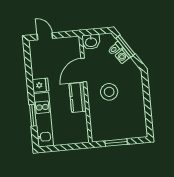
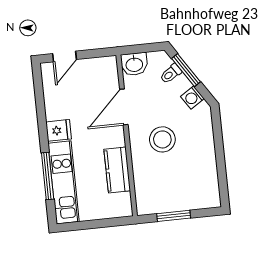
door: (45, 36) -> (65, 57), swing flipped
washing machine: (123, 56) -> (192, 97), moved
kitchen counter: (78, 97) -> (117, 170), moved
window: (33, 115) -> (48, 176), width x1.44

